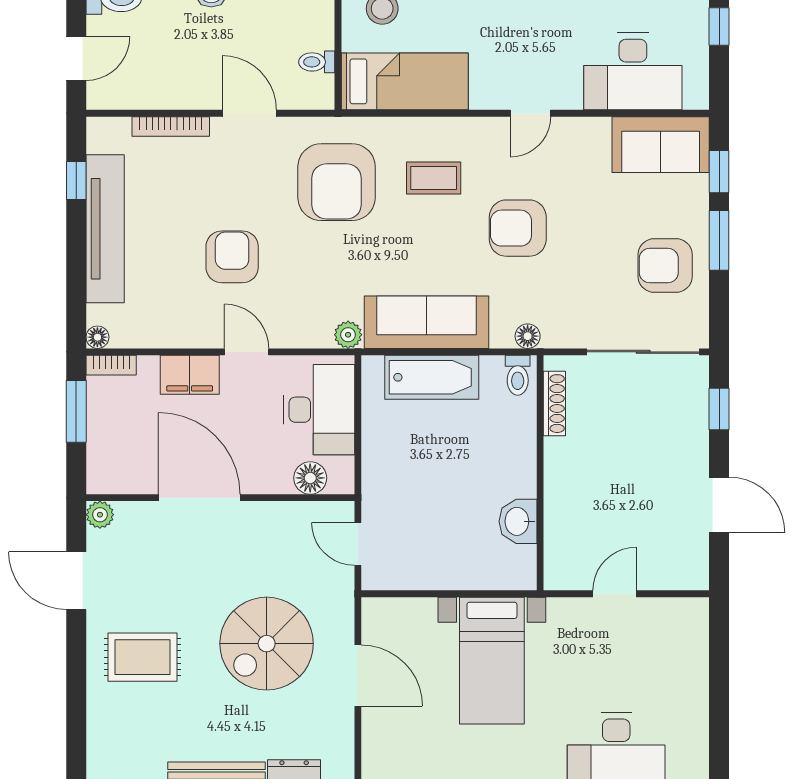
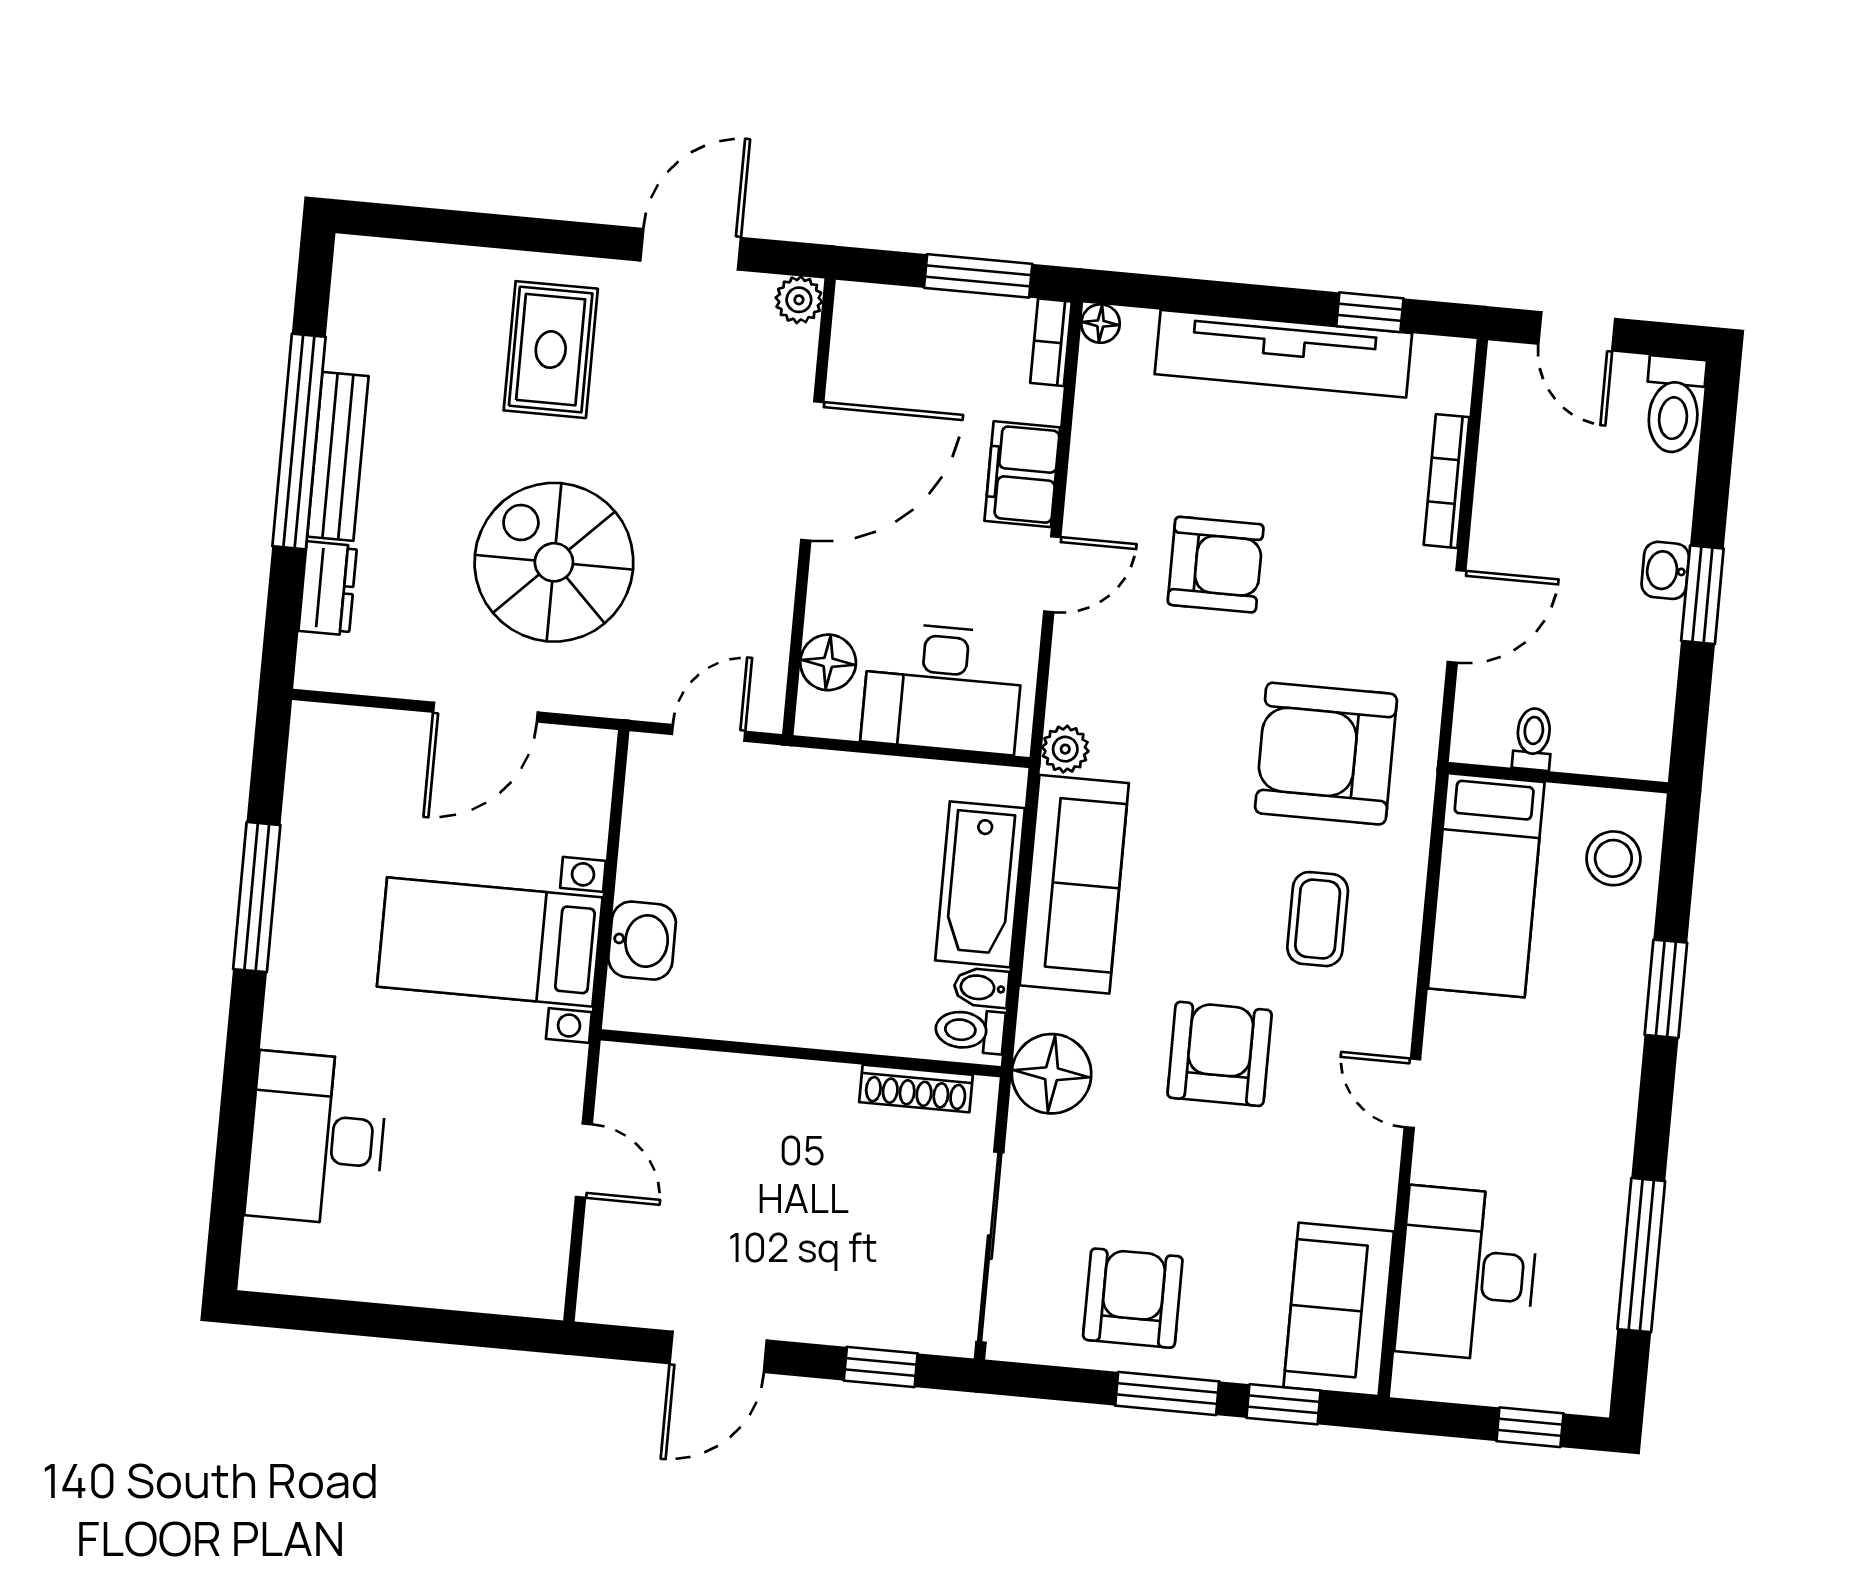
floor lamp: (528, 336) -> (1051, 1074), width x1.89, depth x1.89
bidet: (492, 371) -> (981, 988), added
washbasin: (518, 521) -> (642, 941), moved, turned 90

